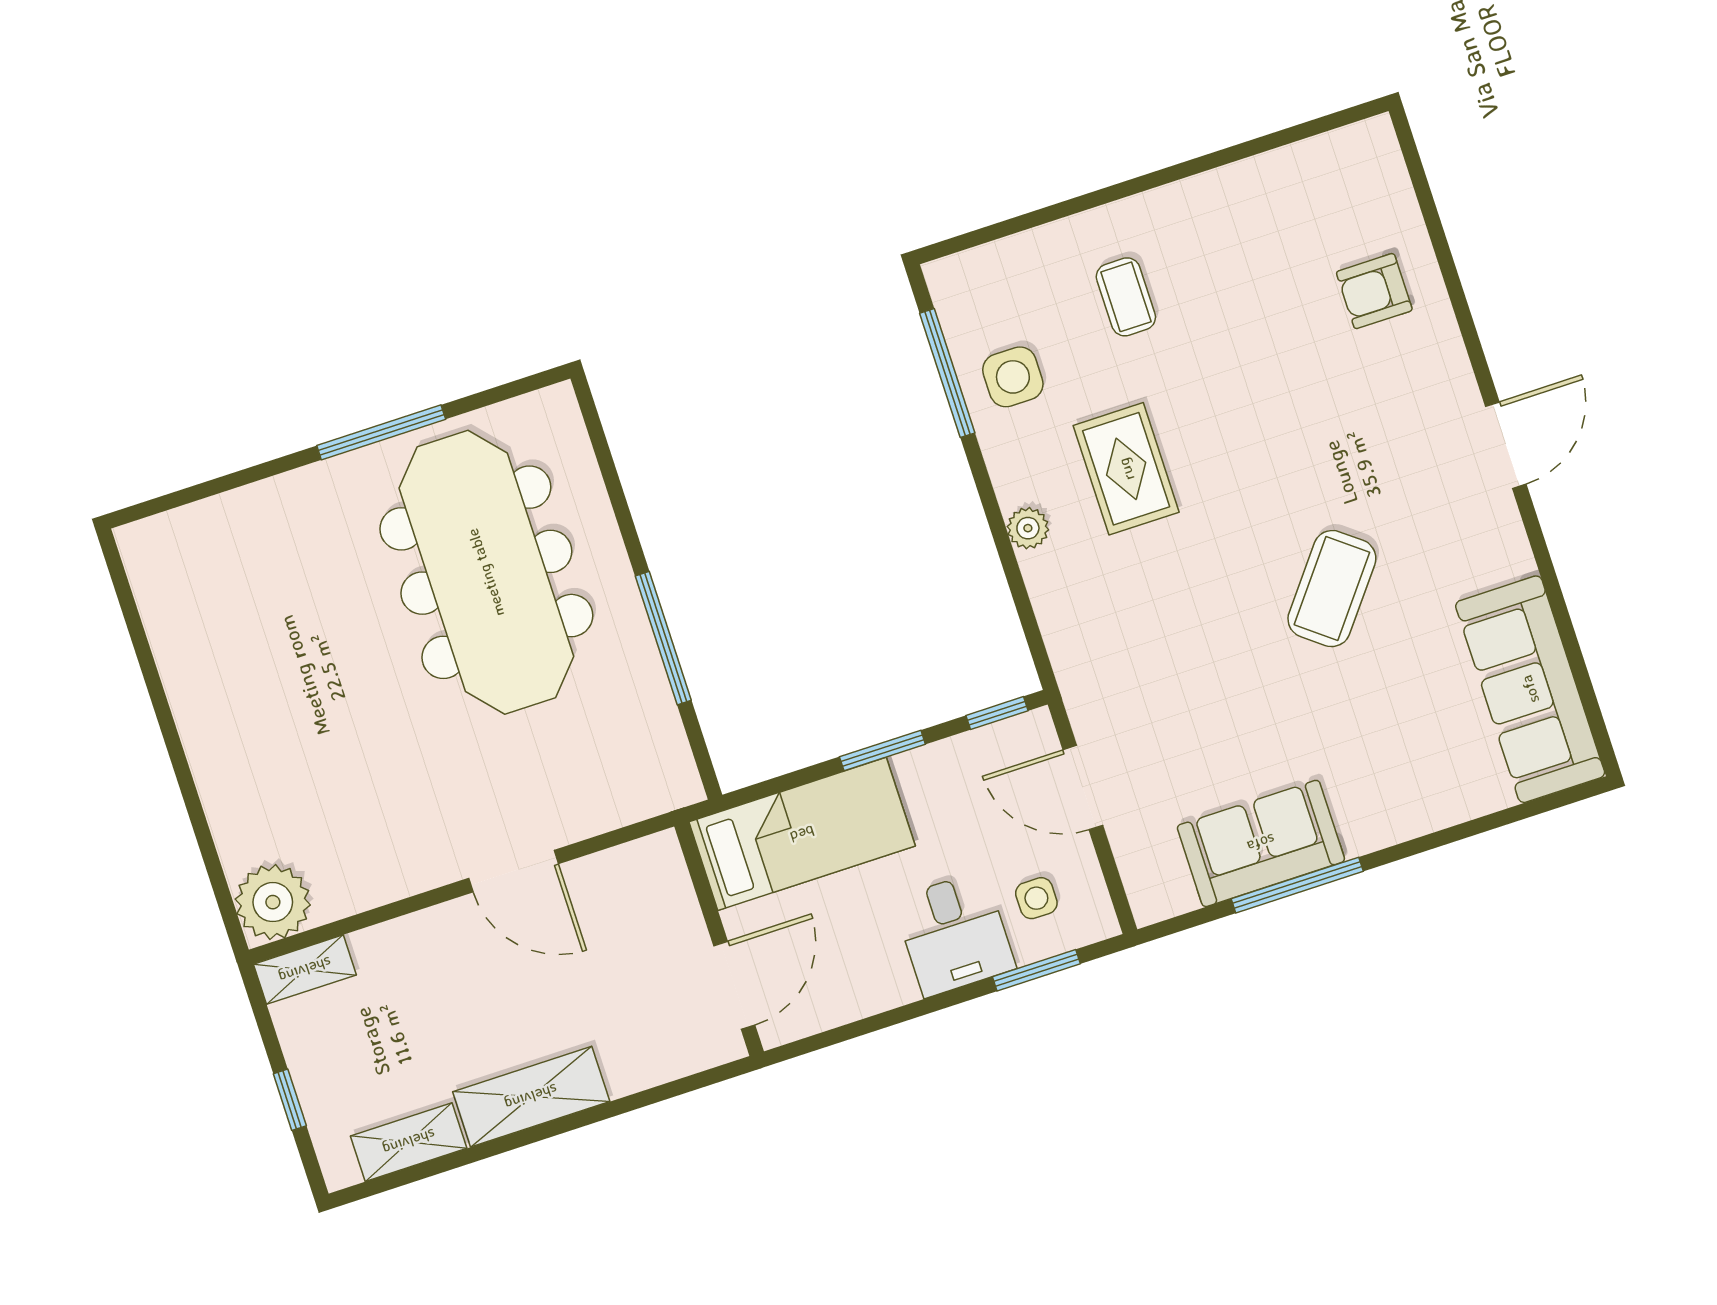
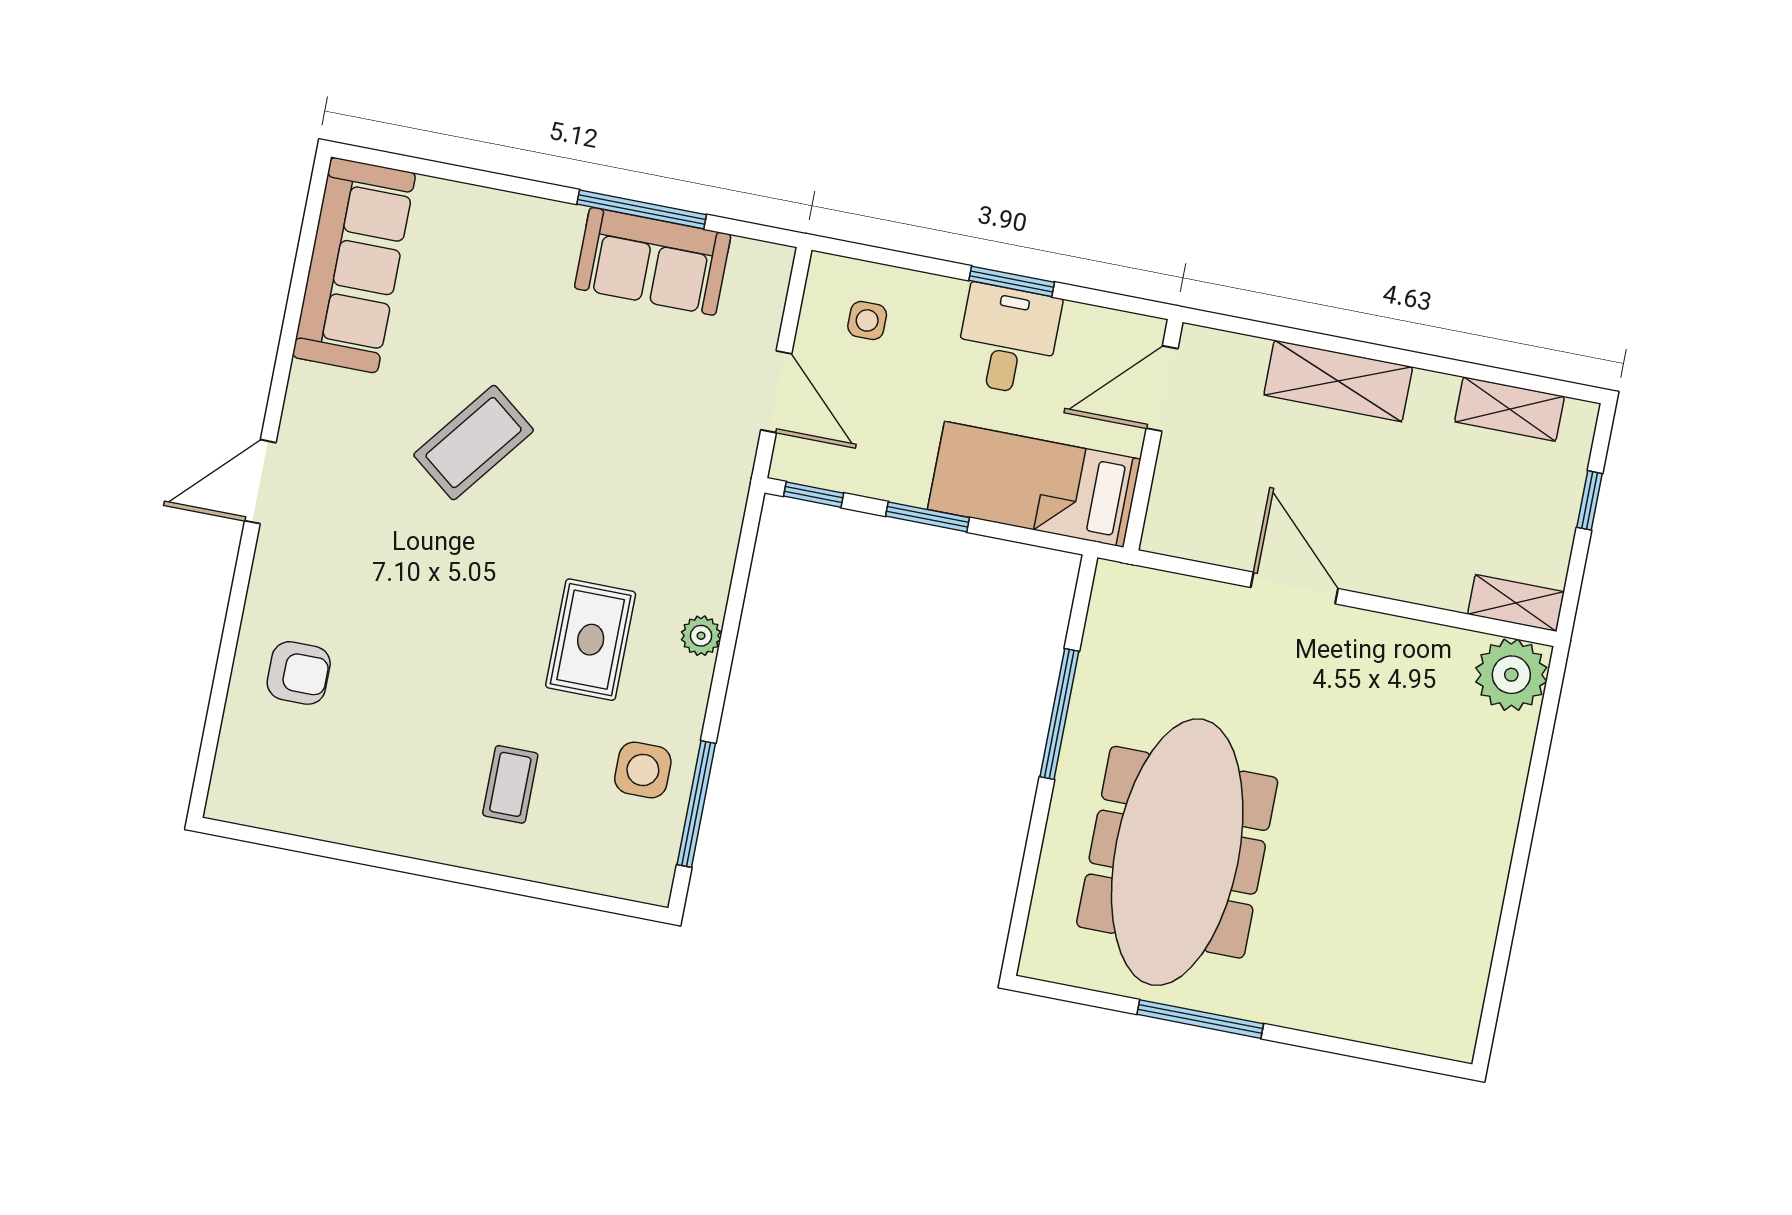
desk: (954, 934) -> (1008, 340), moved
window: (1036, 970) -> (1012, 281), moved
shelving: (531, 1097) -> (1338, 381), moved

